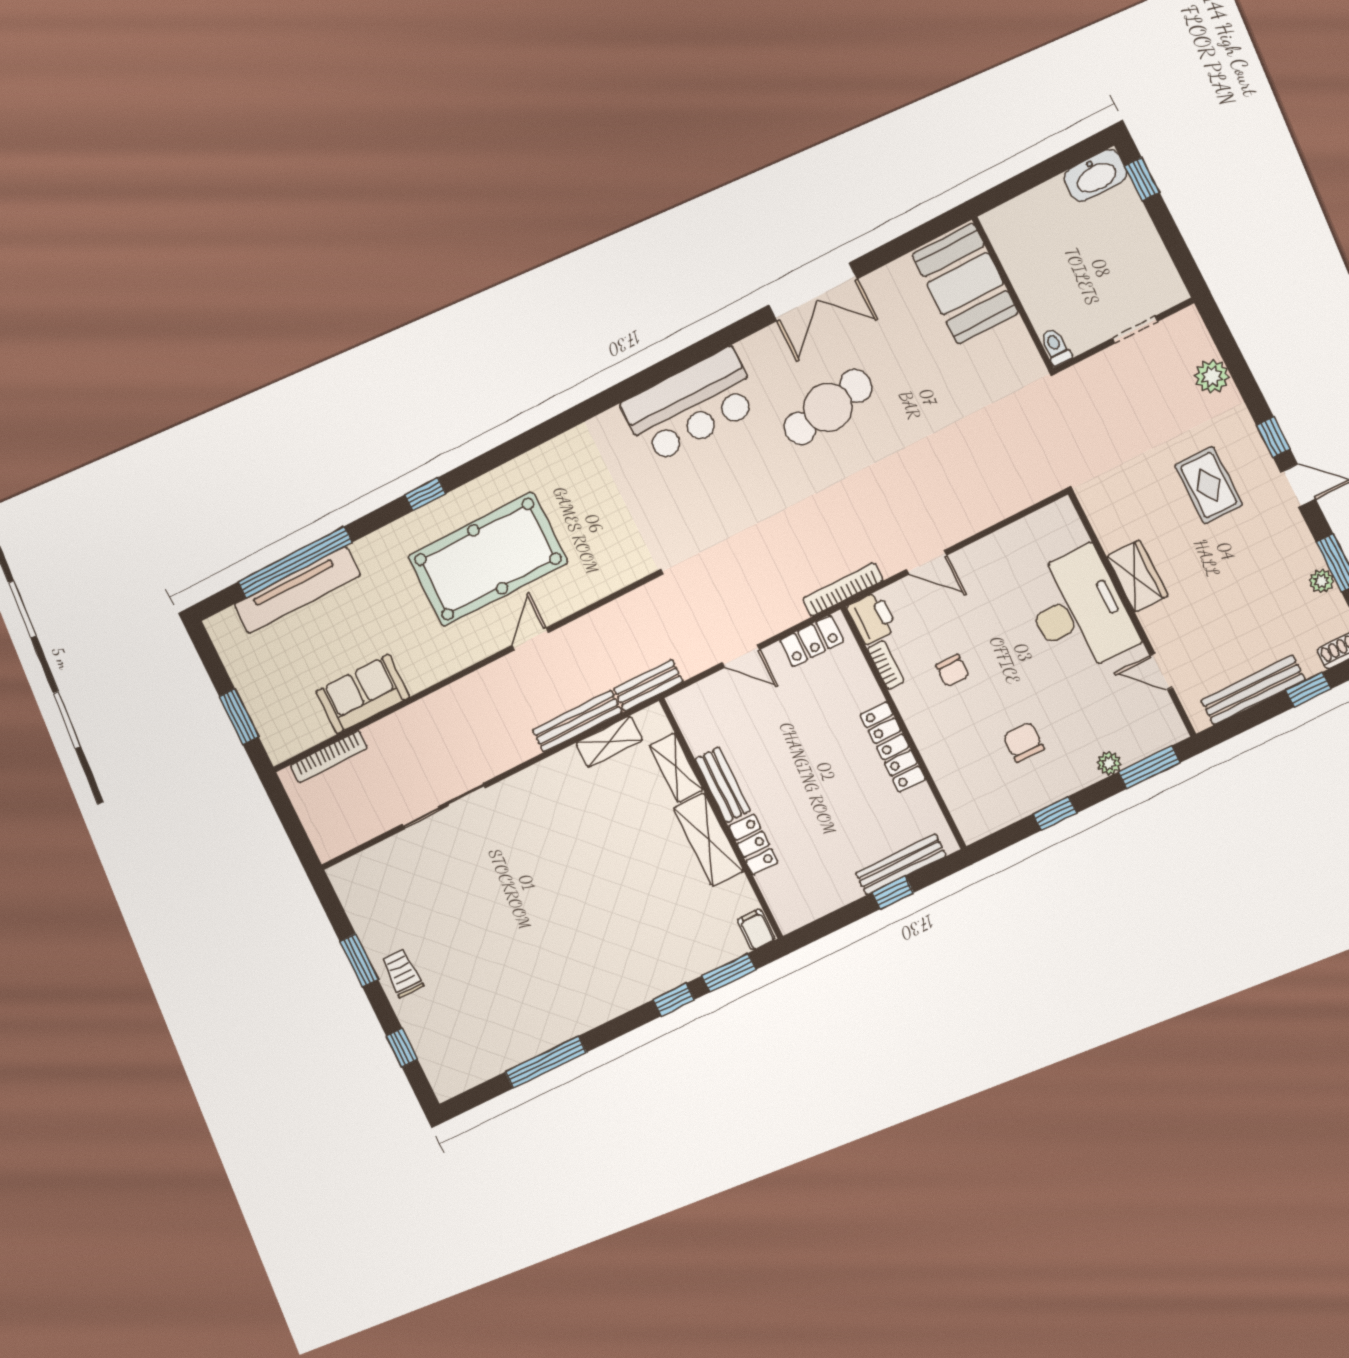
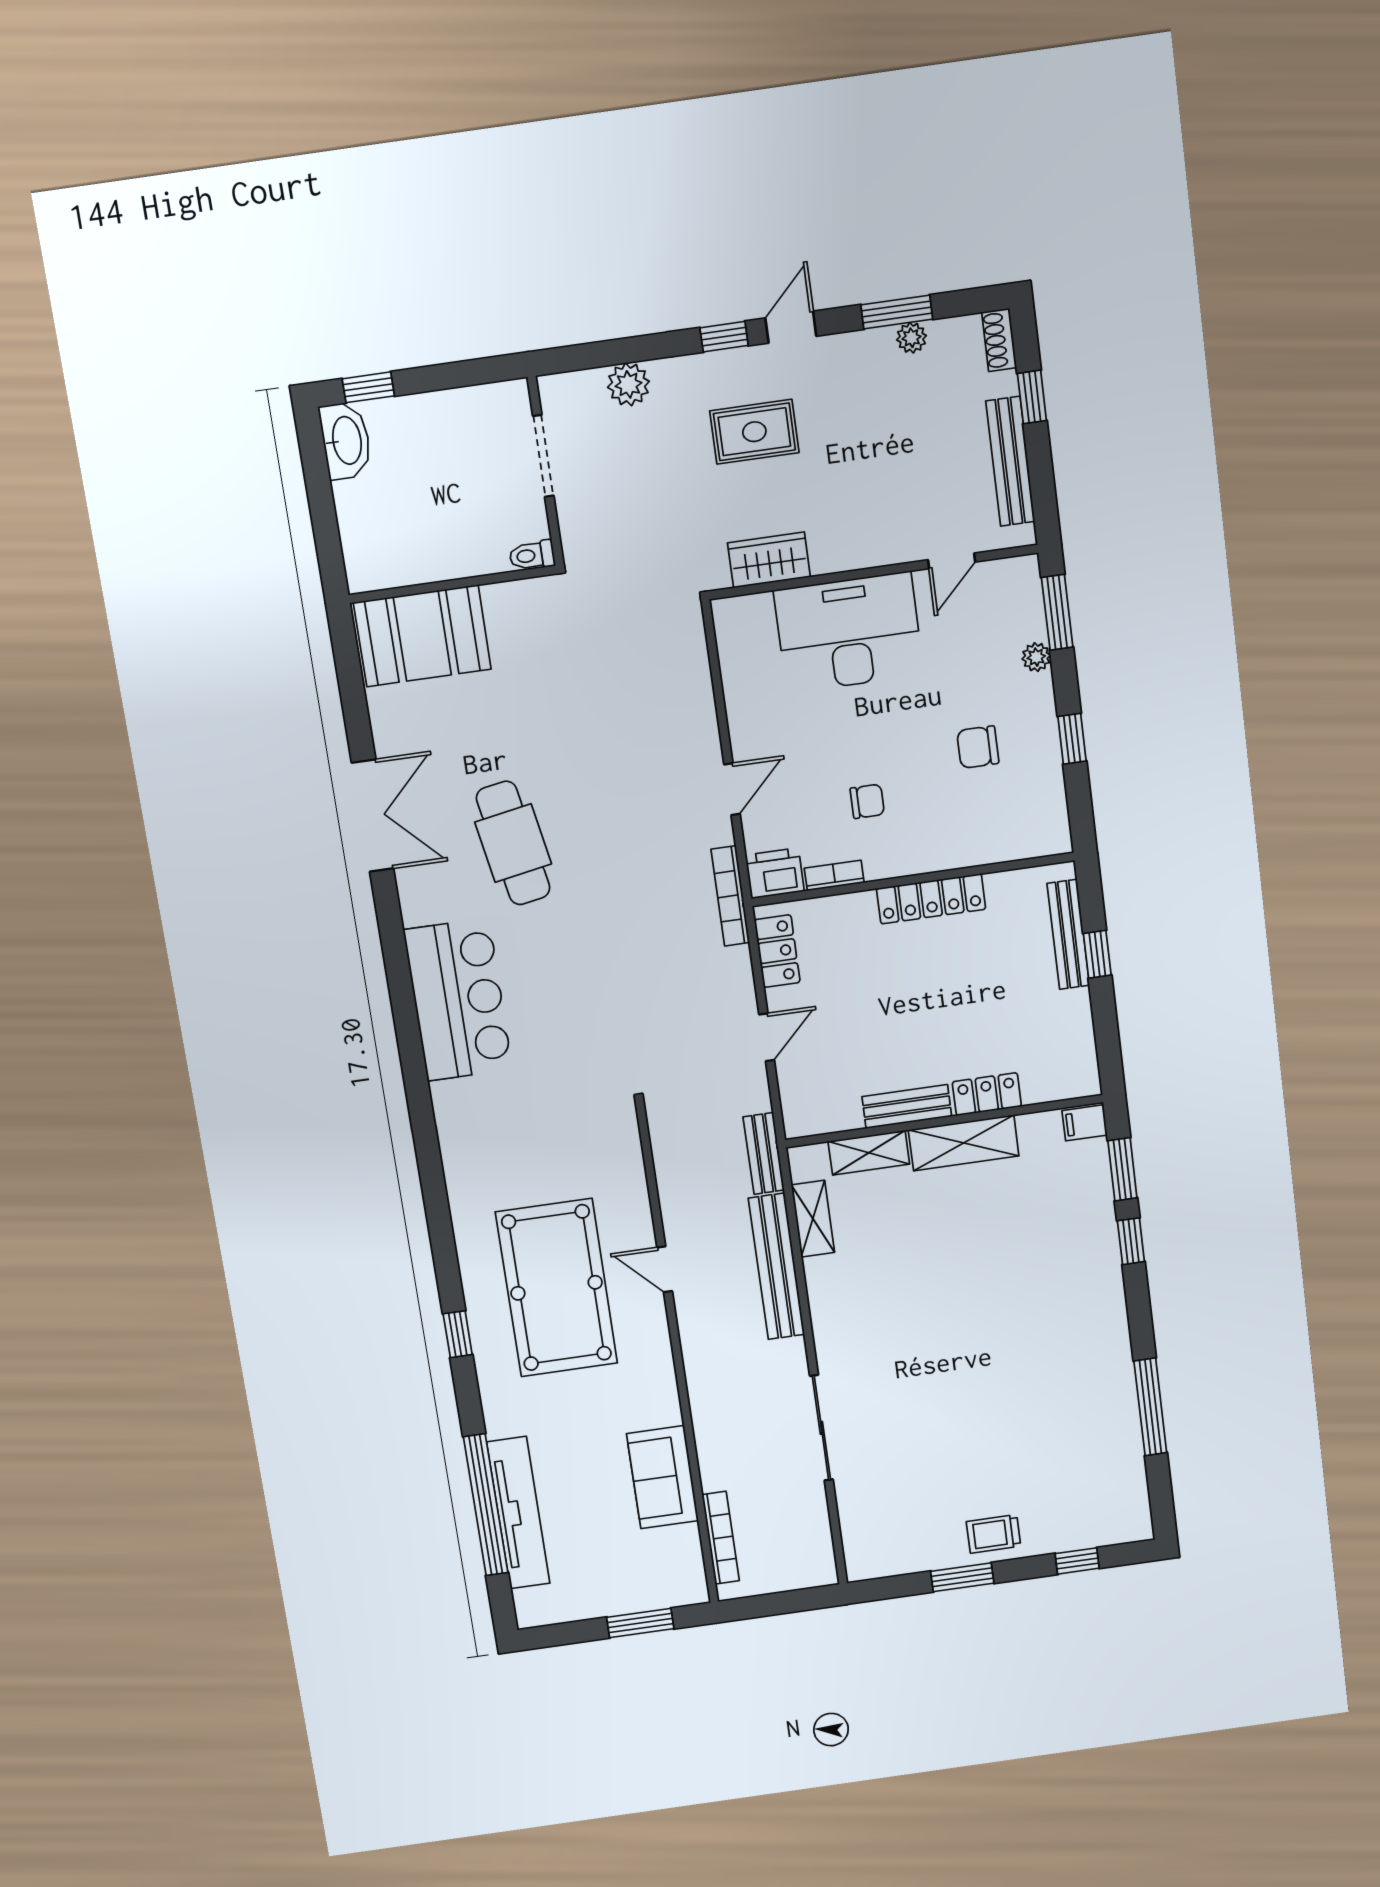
doorway: (1135, 330) -> (543, 456), width x1.38
wardrobe: (1137, 576) -> (769, 560), moved
bench: (577, 721) -> (776, 1266), width x1.37, depth x1.21

